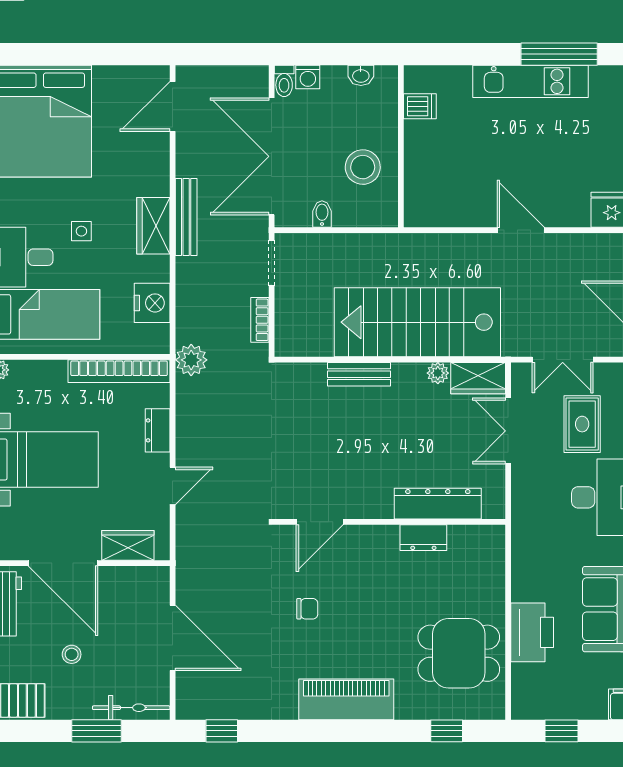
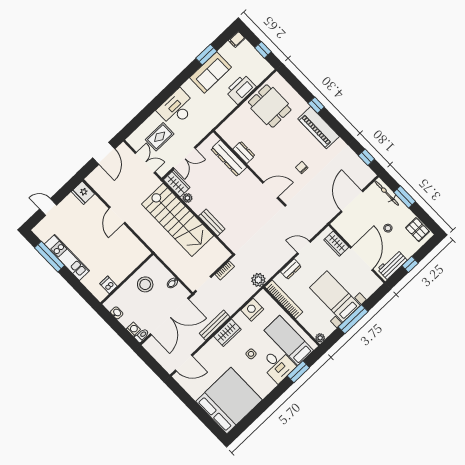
window: (447, 731) -> (316, 105), moved

